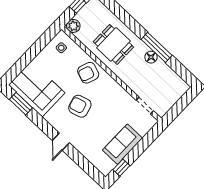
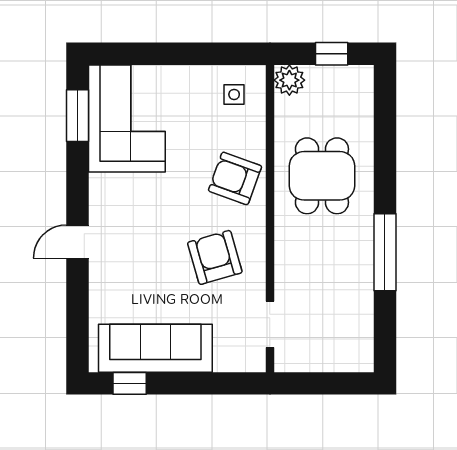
floor lamp: (151, 57) -> (360, 258), removed
armchair: (80, 106) -> (215, 257), moved
sofa: (122, 144) -> (155, 348), width x1.36

